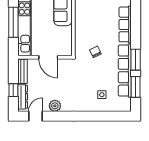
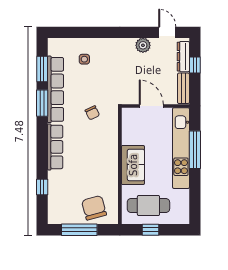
door: (35, 116) -> (167, 32), swing flipped

